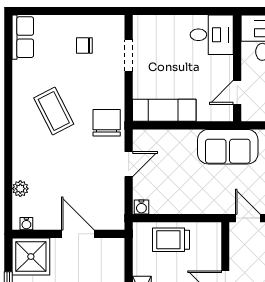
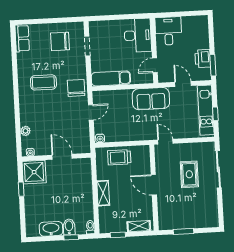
desk: (212, 35) -> (138, 35), width x1.37
chair: (84, 46) -> (60, 41), width x1.87, depth x1.87
coffee table: (54, 111) -> (43, 82), turned -63

